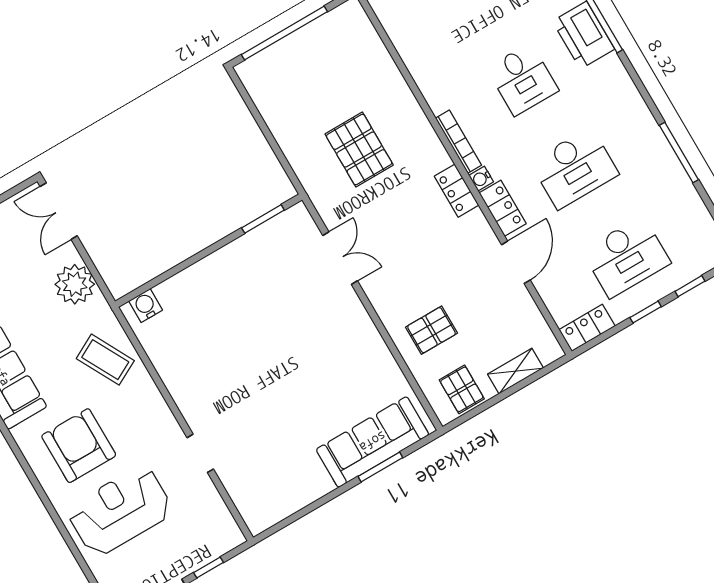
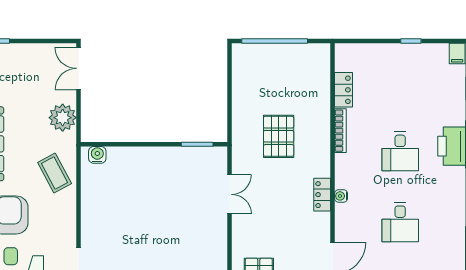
bookcase: (458, 142) -> (340, 131), moved
desk: (574, 168) -> (400, 222), width x0.73
locker: (503, 208) -> (344, 90), moved

